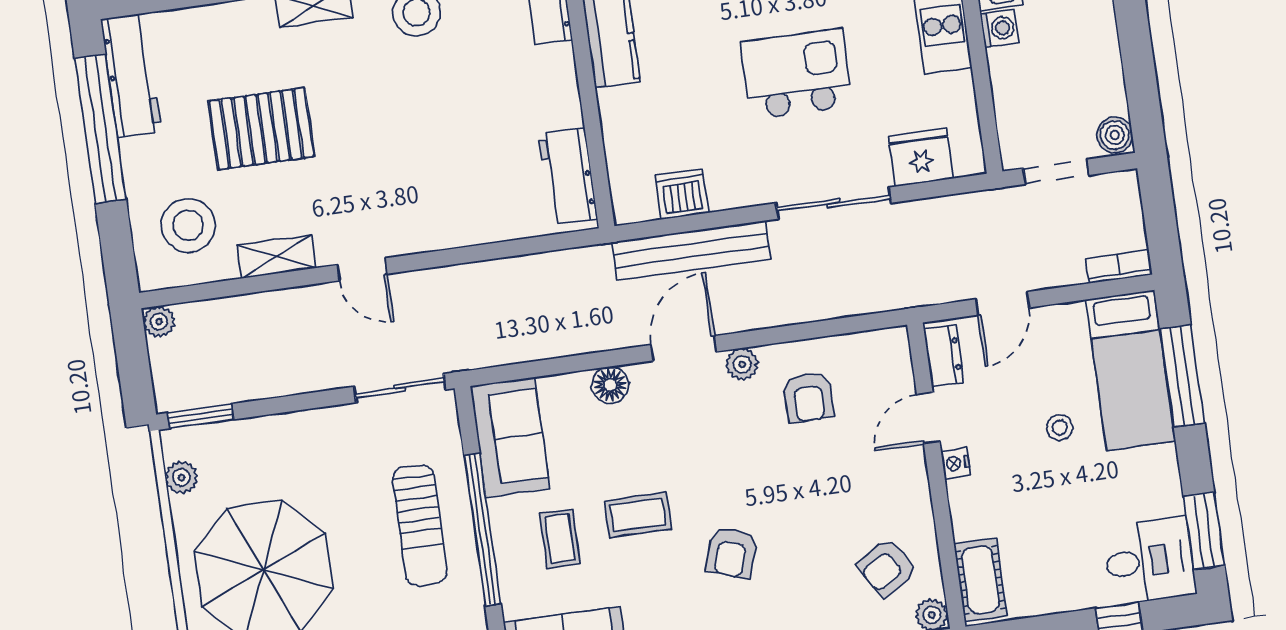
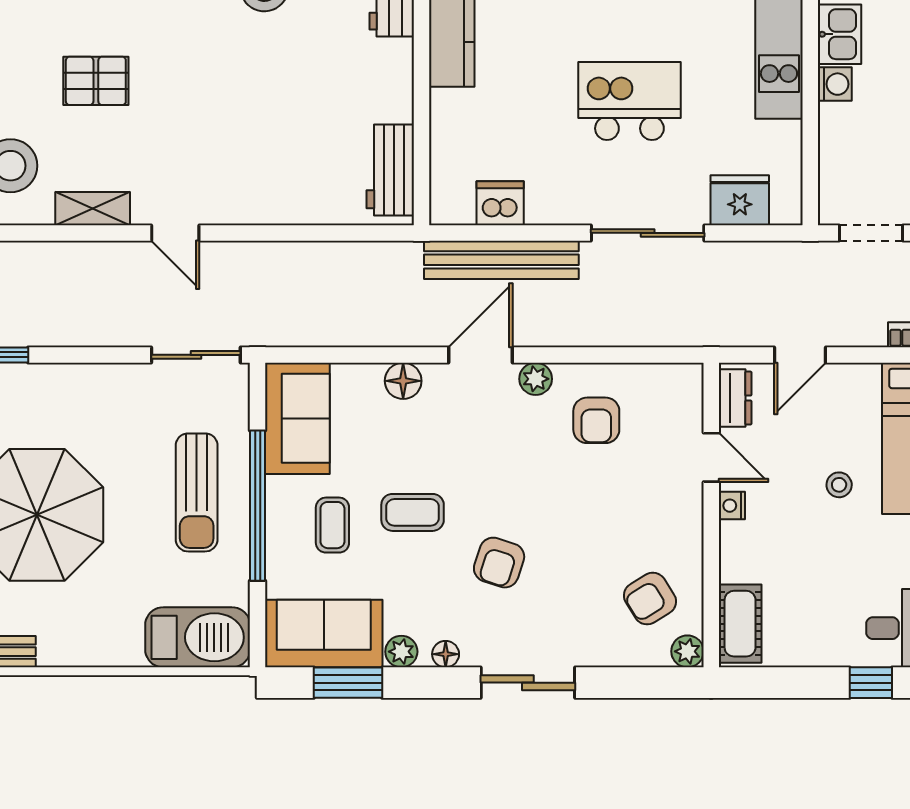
pallet: (262, 129) -> (96, 81), width x0.67, depth x0.71
door: (928, 418) -> (711, 457), swing flipped

